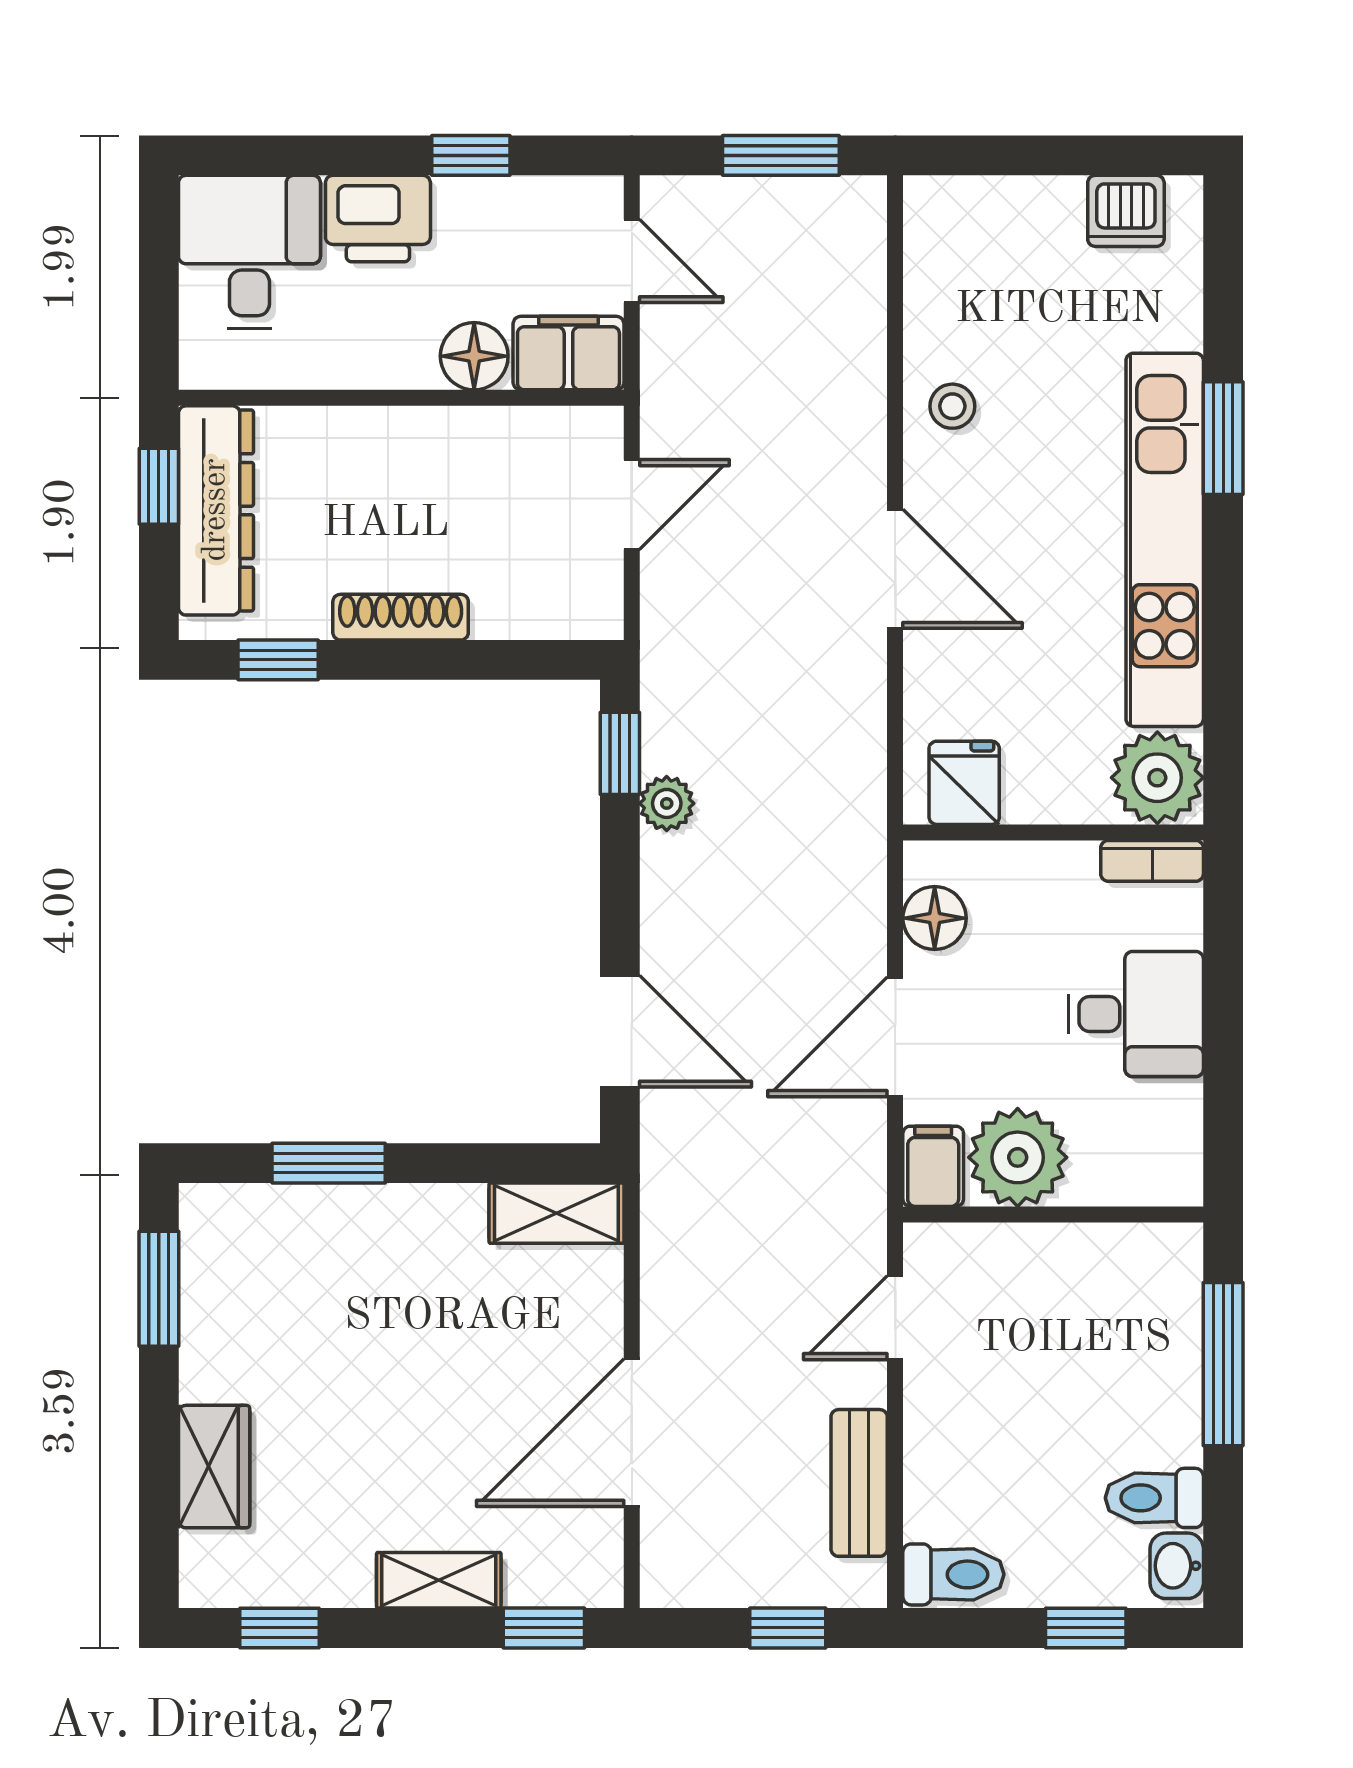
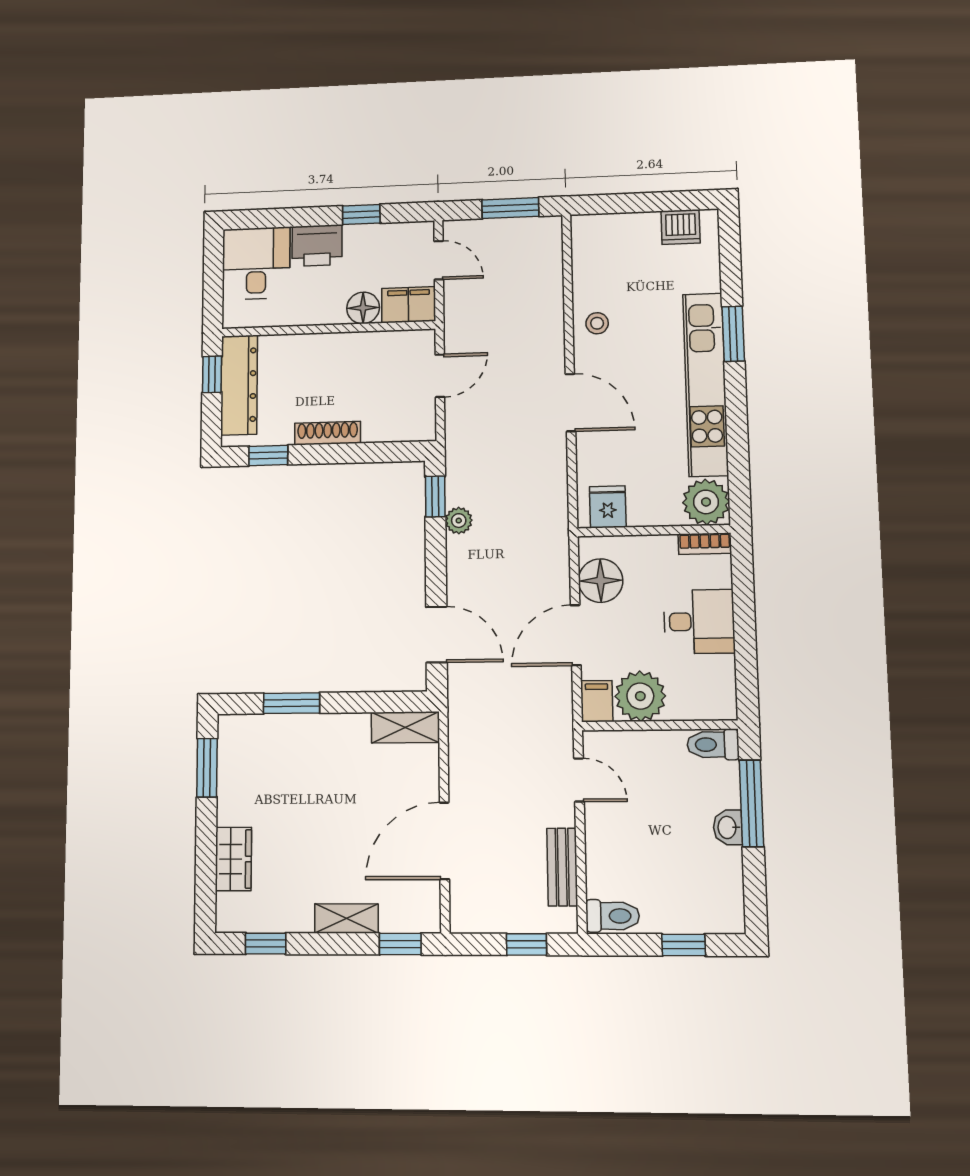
floor lamp: (935, 918) -> (601, 581), width x1.38, depth x1.38
door: (895, 1318) -> (579, 780), swing flipped
toilet: (1154, 1498) -> (713, 745), moved
washbasin: (1177, 1566) -> (728, 827), moved

